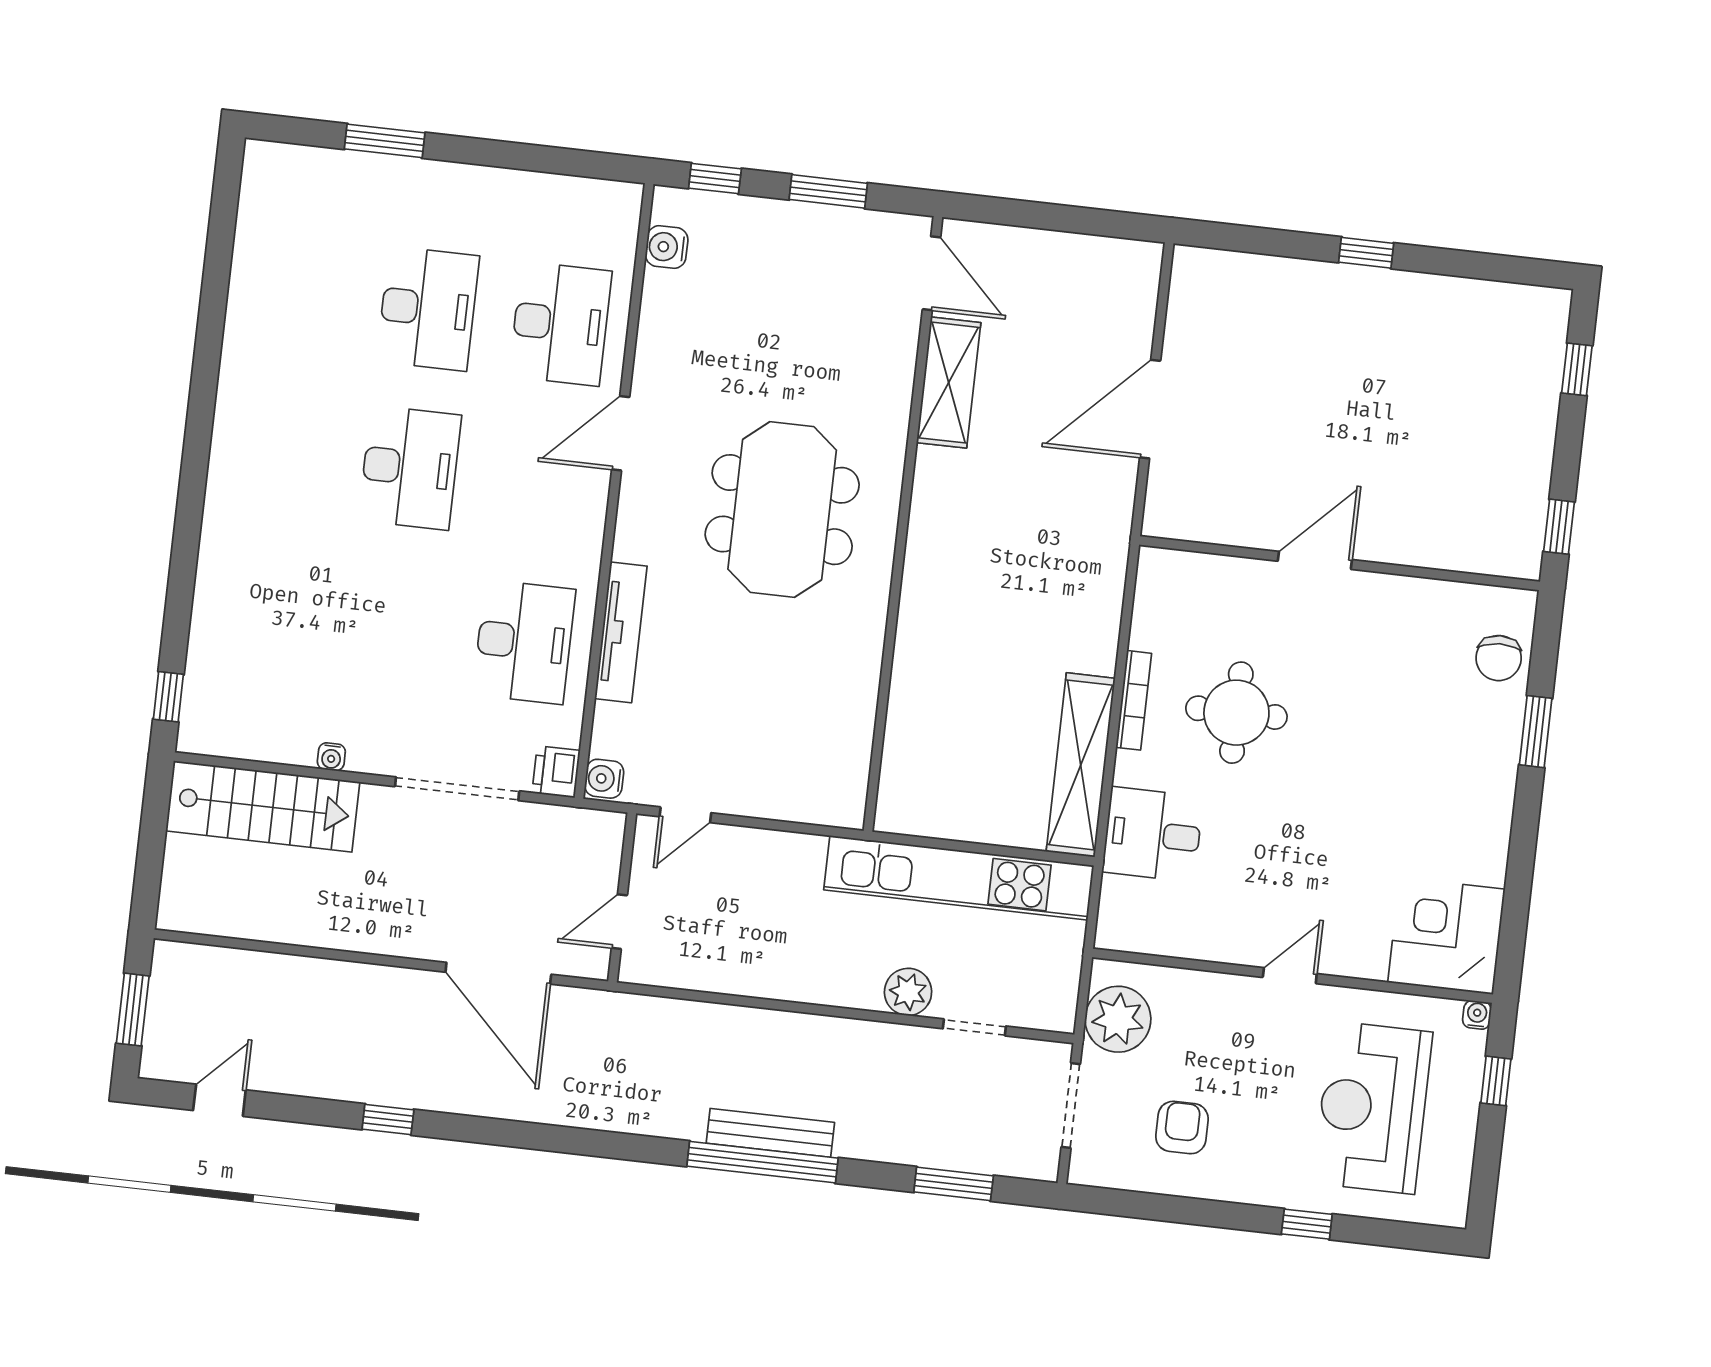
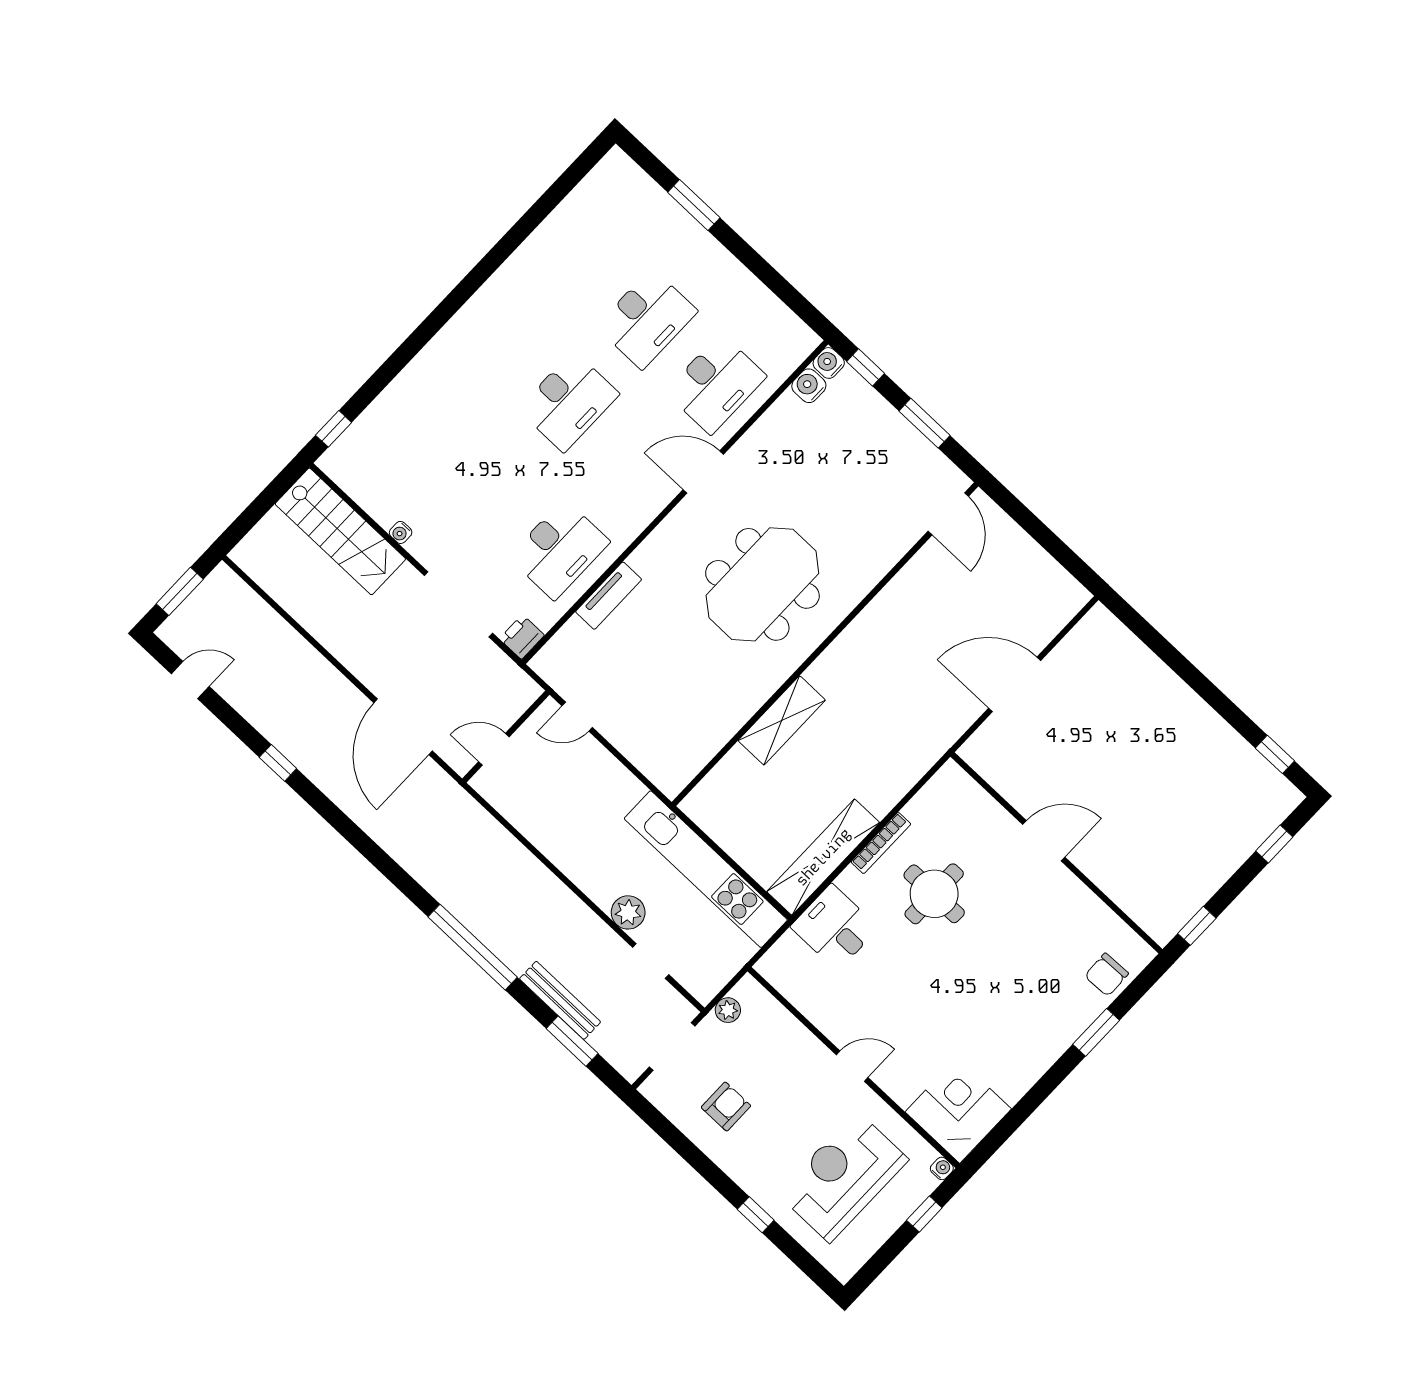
window: (1366, 253) -> (1275, 754), moved
shelving: (949, 383) -> (782, 720), moved
tv unit: (621, 632) -> (609, 596), width x0.71
water cooler: (604, 779) -> (829, 363), moved
plant: (1118, 1019) -> (728, 1010), width x0.53, depth x0.53
bench: (770, 1133) -> (560, 1000), moved

